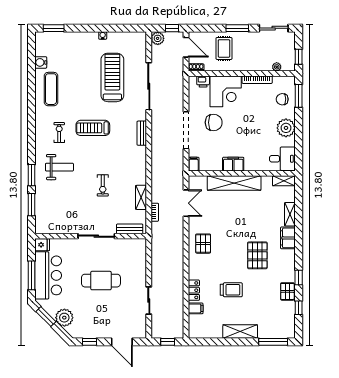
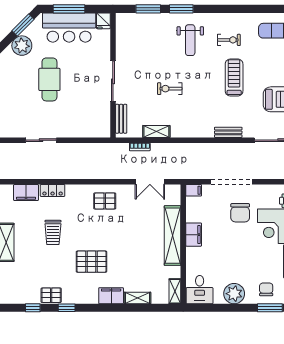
cafe table: (101, 281) -> (49, 79), moved
filing cabinet: (196, 308) -> (26, 193), width x2.00

